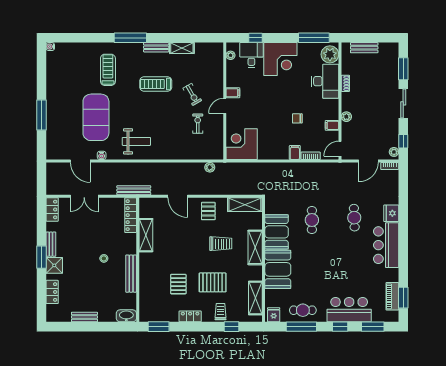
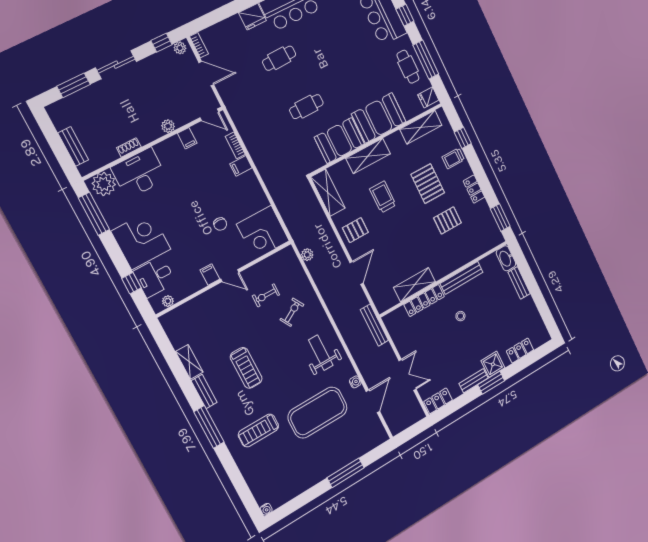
exercise bike: (192, 94) -> (292, 312), moved
chair: (297, 118) -> (220, 224), moved
locker: (131, 215) -> (424, 301), moved
bench: (84, 317) -> (519, 283), moved

